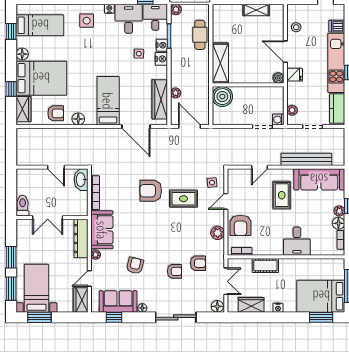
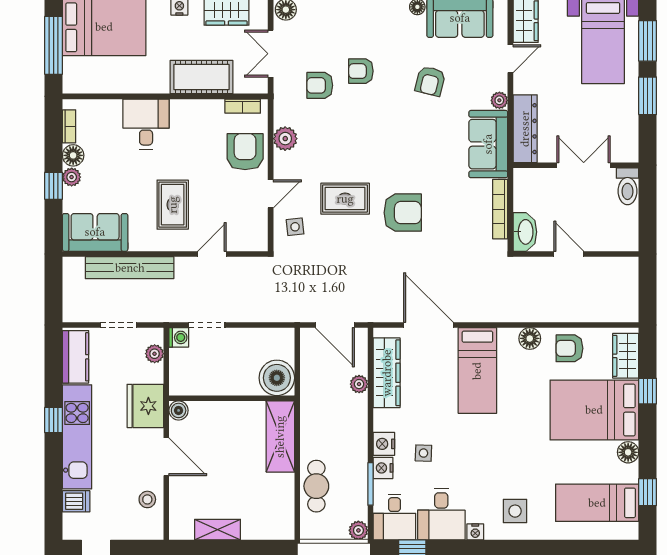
fridge: (295, 75) -> (145, 406), width x1.88, depth x1.34
sofa: (319, 179) -> (95, 232), width x0.73
cot: (265, 266) -> (201, 77), width x1.37, depth x1.34

